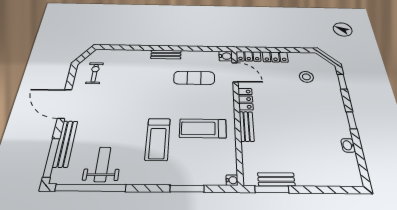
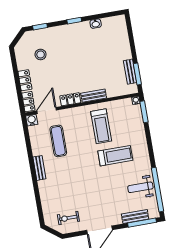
bench: (65, 144) -> (135, 216), width x0.73
window: (187, 189) -> (144, 112), moved

